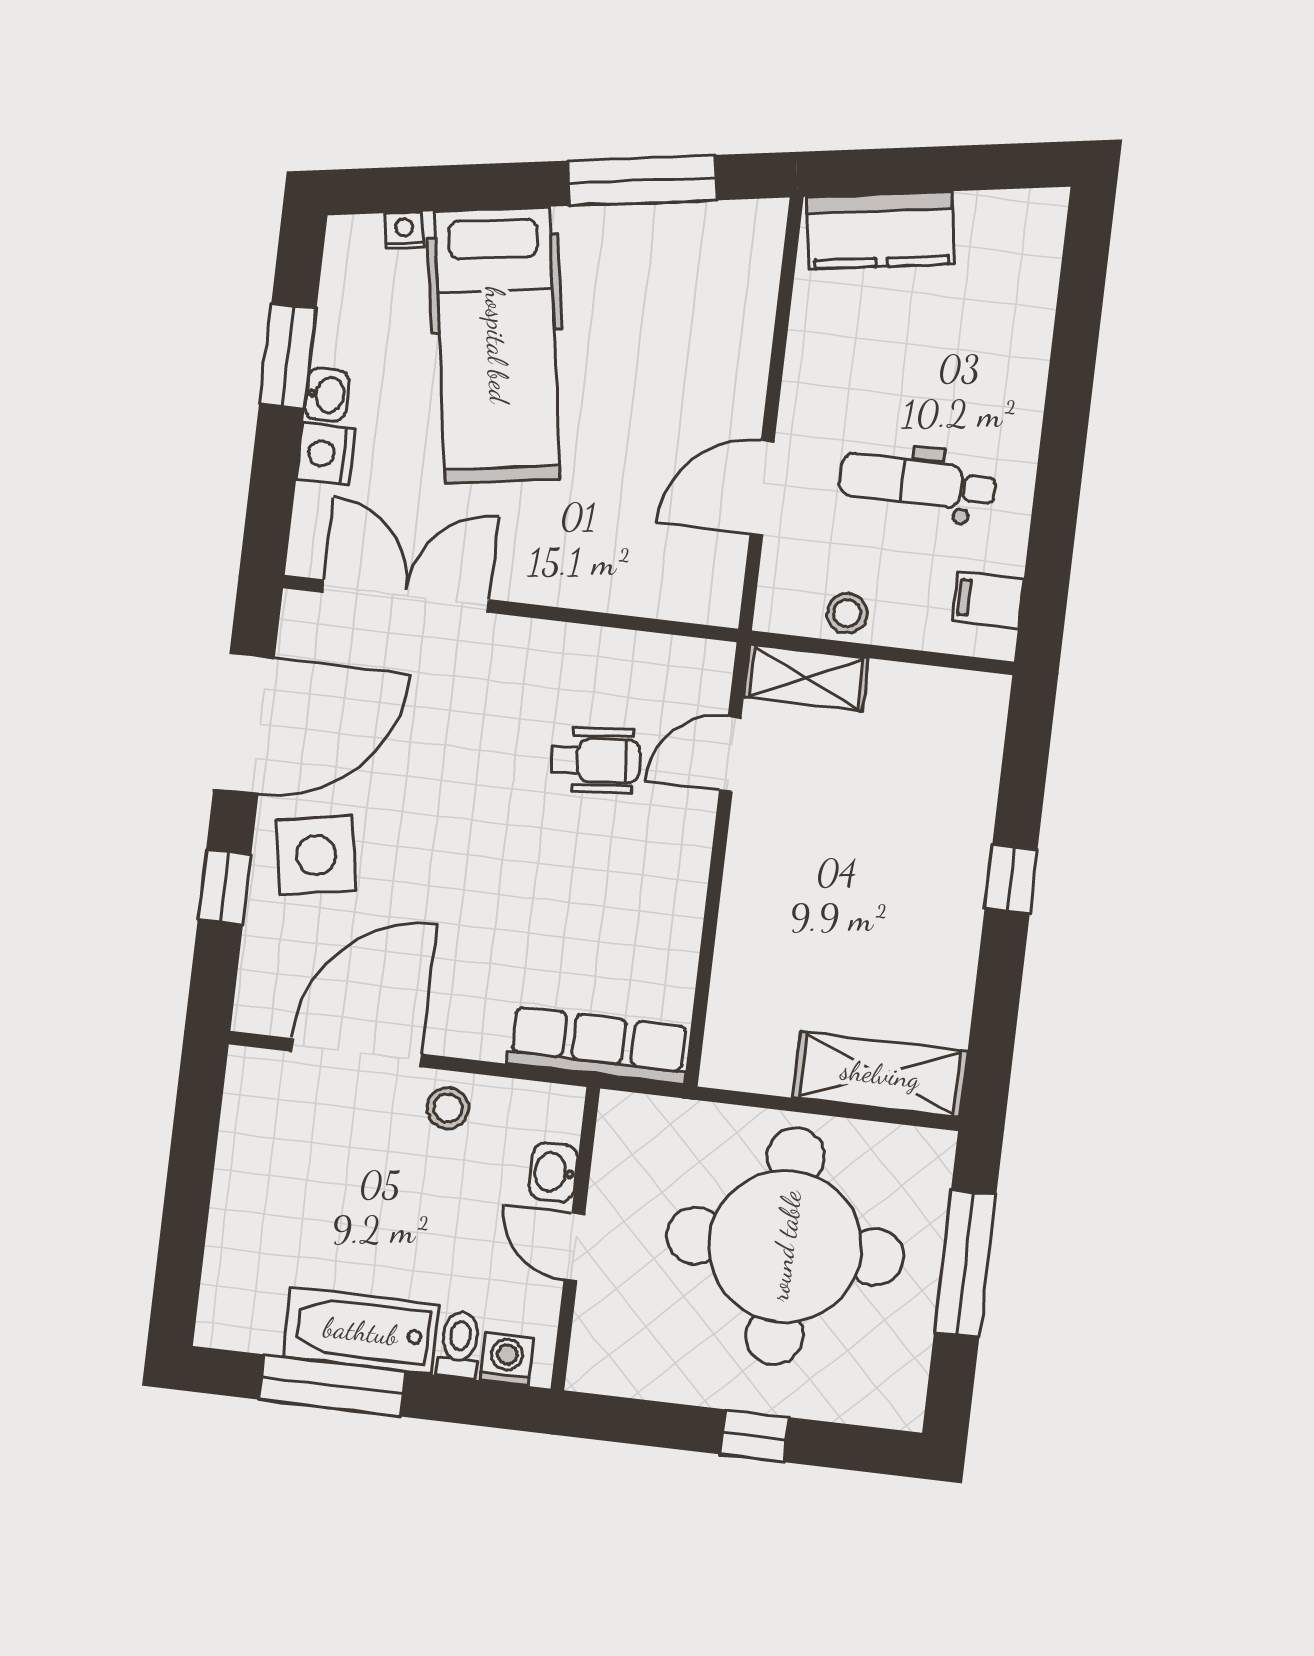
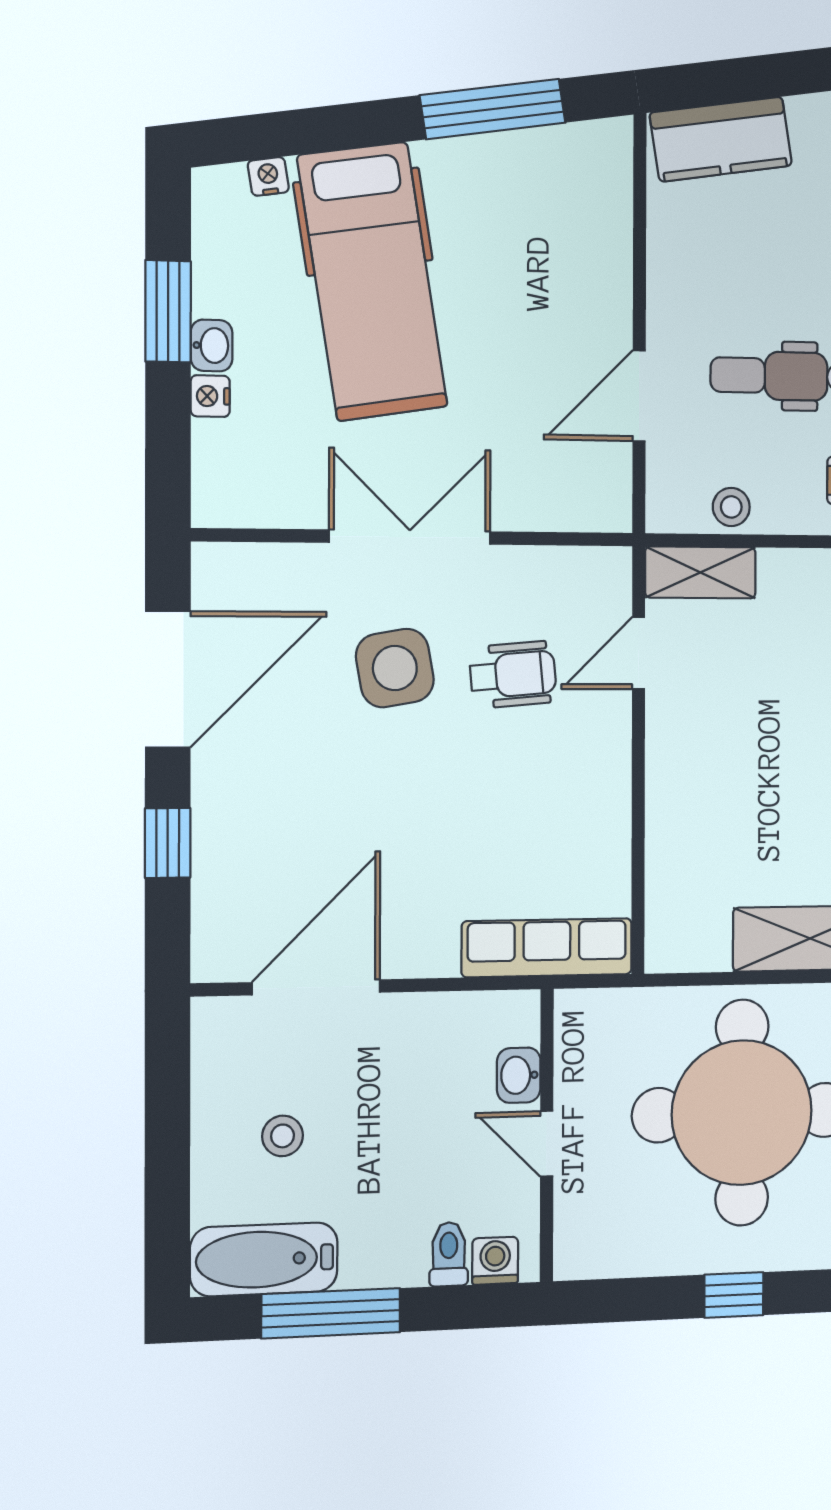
nightstand: (326, 454) -> (210, 396), width x0.72, depth x0.74
double door: (406, 596) -> (410, 537), moved
side table: (316, 855) -> (395, 668), moved
stool: (448, 1108) -> (283, 1136), moved
bathtub: (361, 1331) -> (264, 1259), moved

